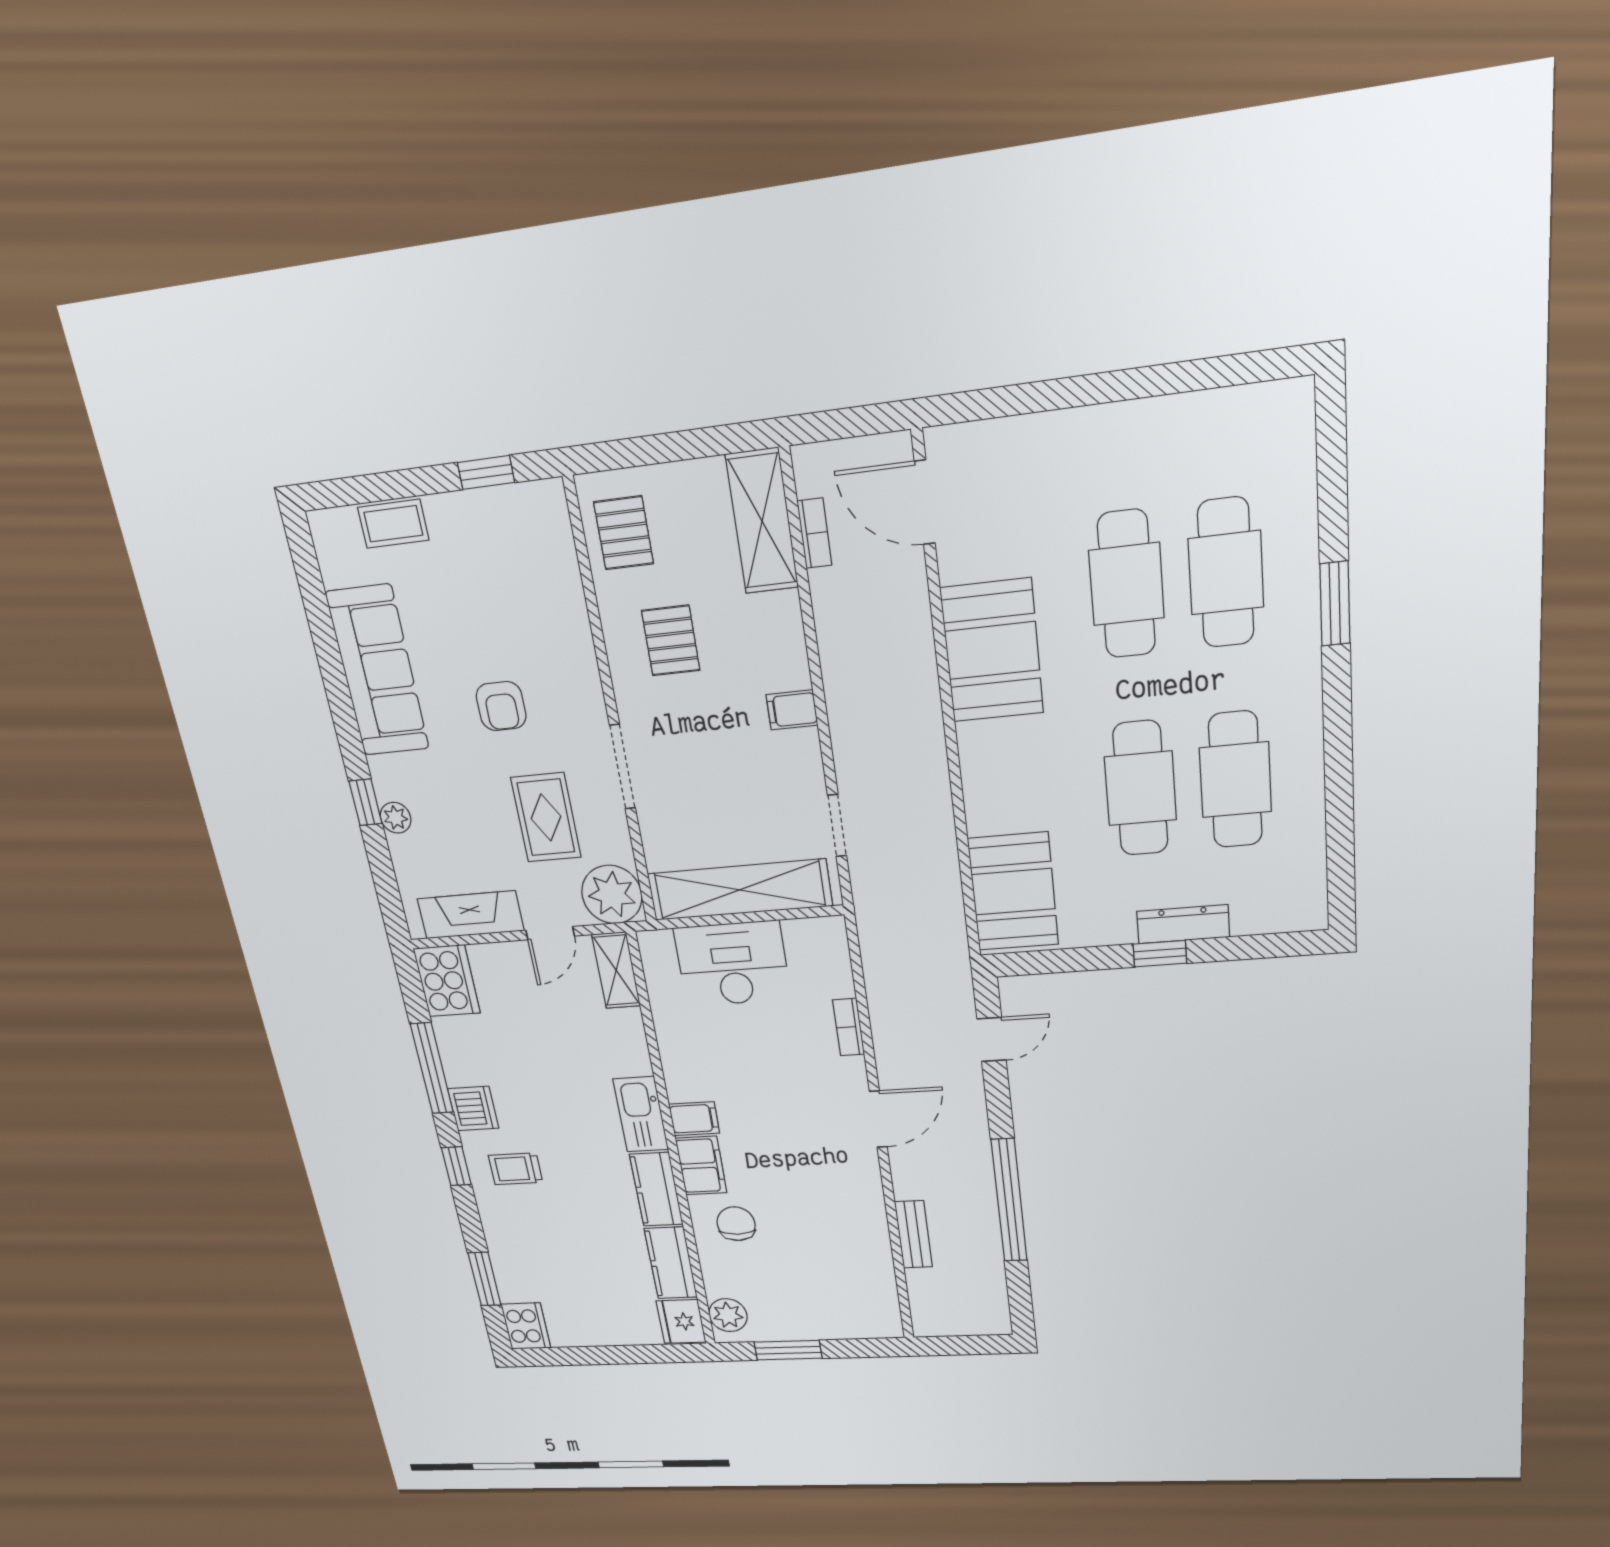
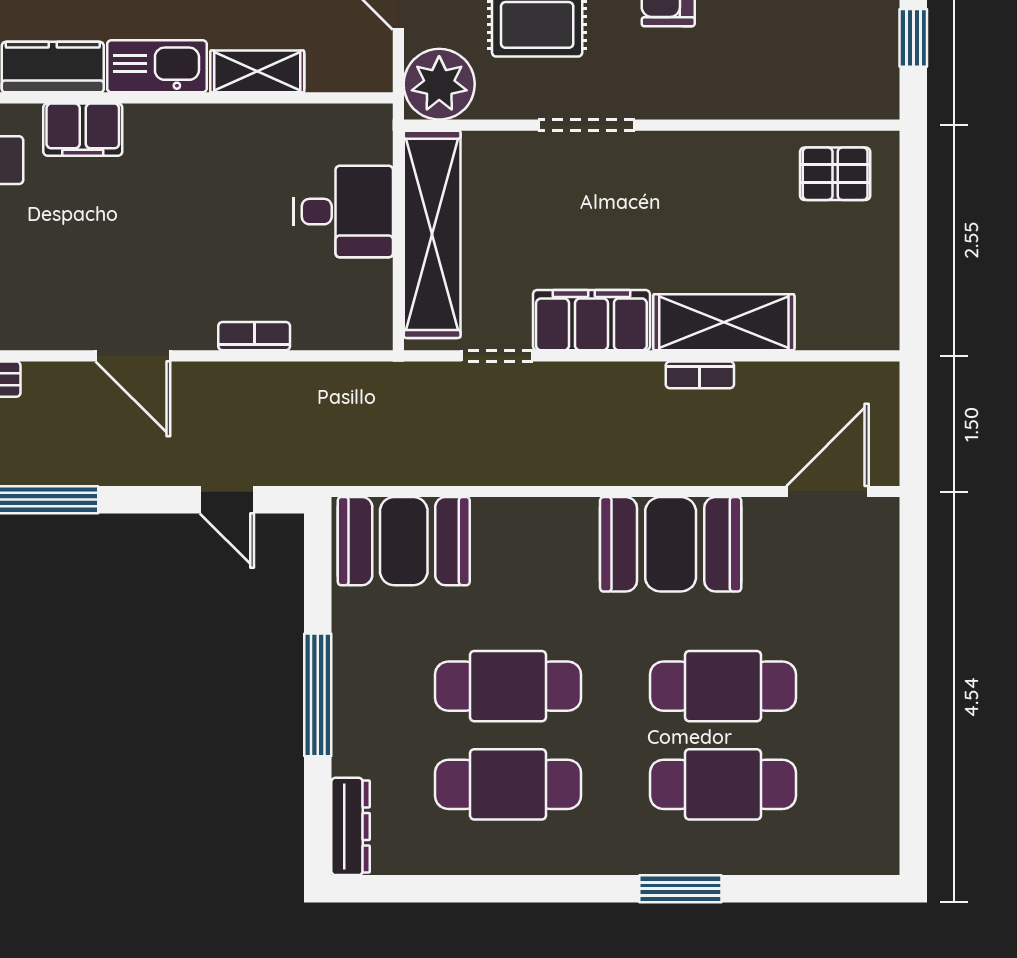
shelving: (762, 521) -> (724, 322), moved
bookcase: (814, 533) -> (700, 375), moved
pallet: (671, 641) -> (719, 204), removed
filing cabinet: (792, 710) -> (591, 320), width x3.00, depth x1.17
dresser: (1183, 924) -> (350, 826), moved
window: (1160, 954) -> (318, 695), width x2.17
desk: (732, 964) -> (343, 212), width x0.73
shelving: (616, 970) -> (257, 71), moved
filing cabinet: (694, 1119) -> (147, 132), removed

